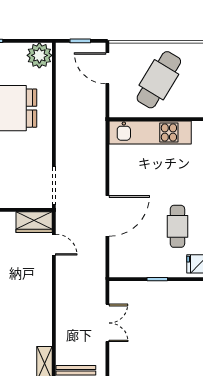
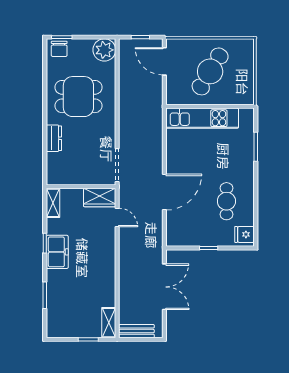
double door: (107, 323) -> (164, 287), width x1.37

